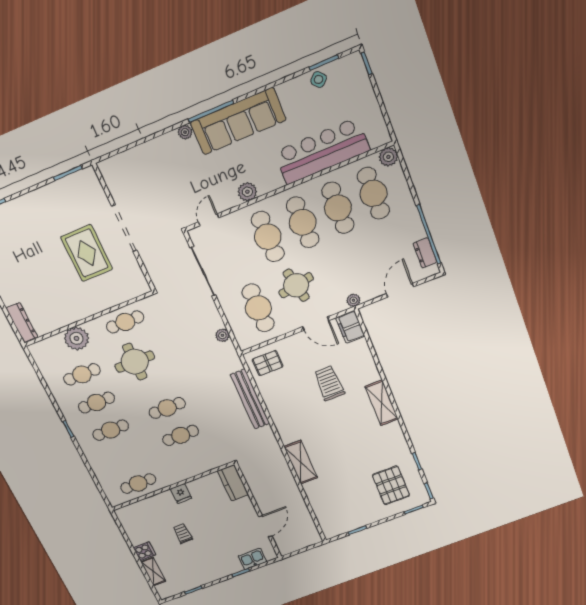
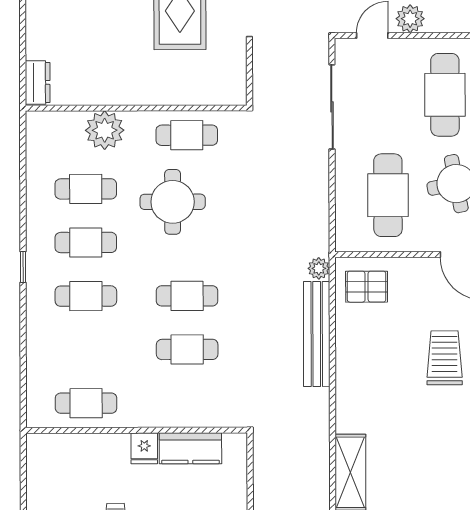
plant: (247, 192) -> (410, 19), moved
dresser: (22, 322) -> (38, 82), width x0.70
plant: (222, 335) -> (319, 268), moved
kitchen counter: (233, 483) -> (190, 448), moved, turned -90

